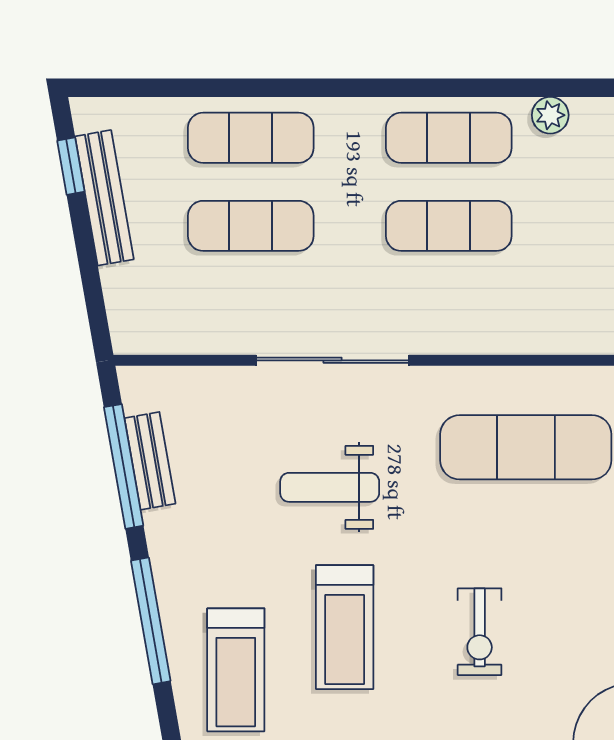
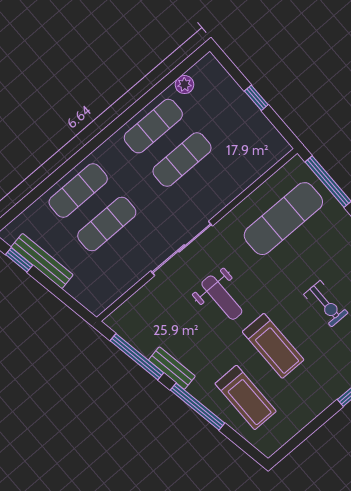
bench: (150, 461) -> (172, 368), moved
weight bench: (330, 487) -> (222, 298), turned -90

